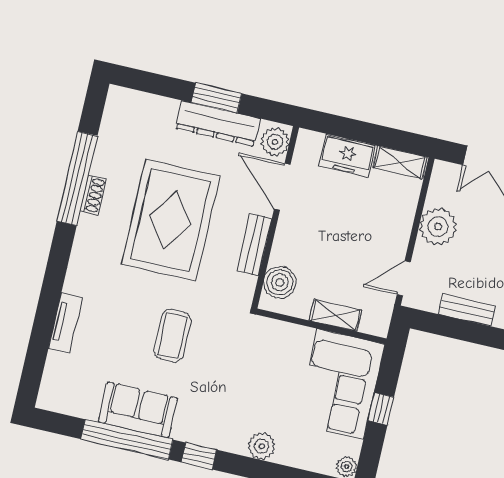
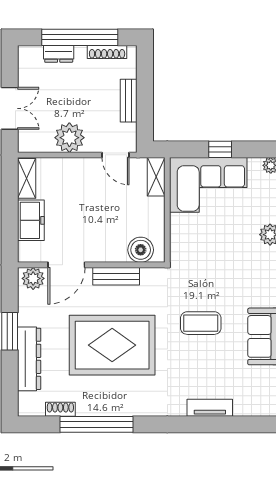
dresser: (218, 123) -> (29, 359), moved
shoe rack: (93, 195) -> (60, 409), moved
shelving: (336, 315) -> (156, 177), moved

